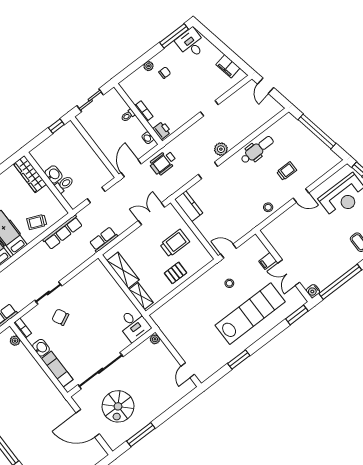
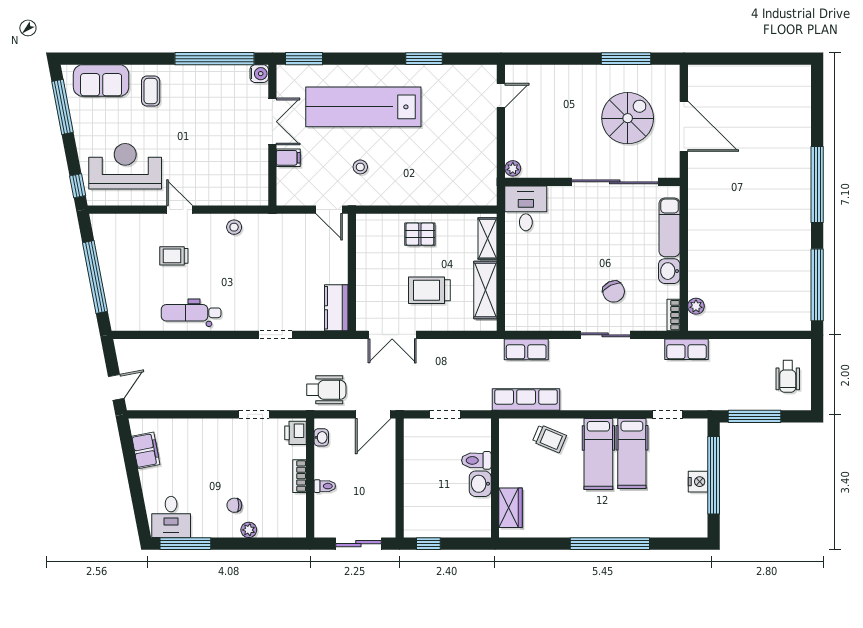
doorway: (209, 108) -> (254, 414), moved
plant: (221, 149) -> (237, 350), removed
wardrobe: (30, 174) -> (510, 508), width x0.67
row of seats: (103, 240) -> (526, 349), moved
trolley: (175, 243) -> (429, 290), moved

